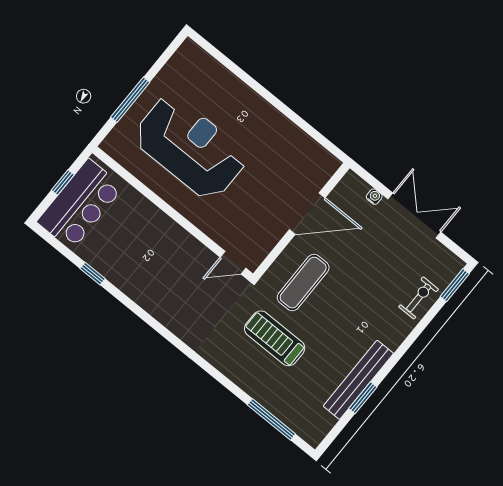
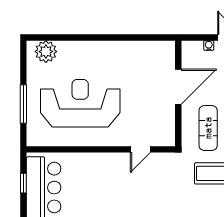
plant: (199, 64) -> (46, 52), added
door: (233, 263) -> (140, 149), moved

